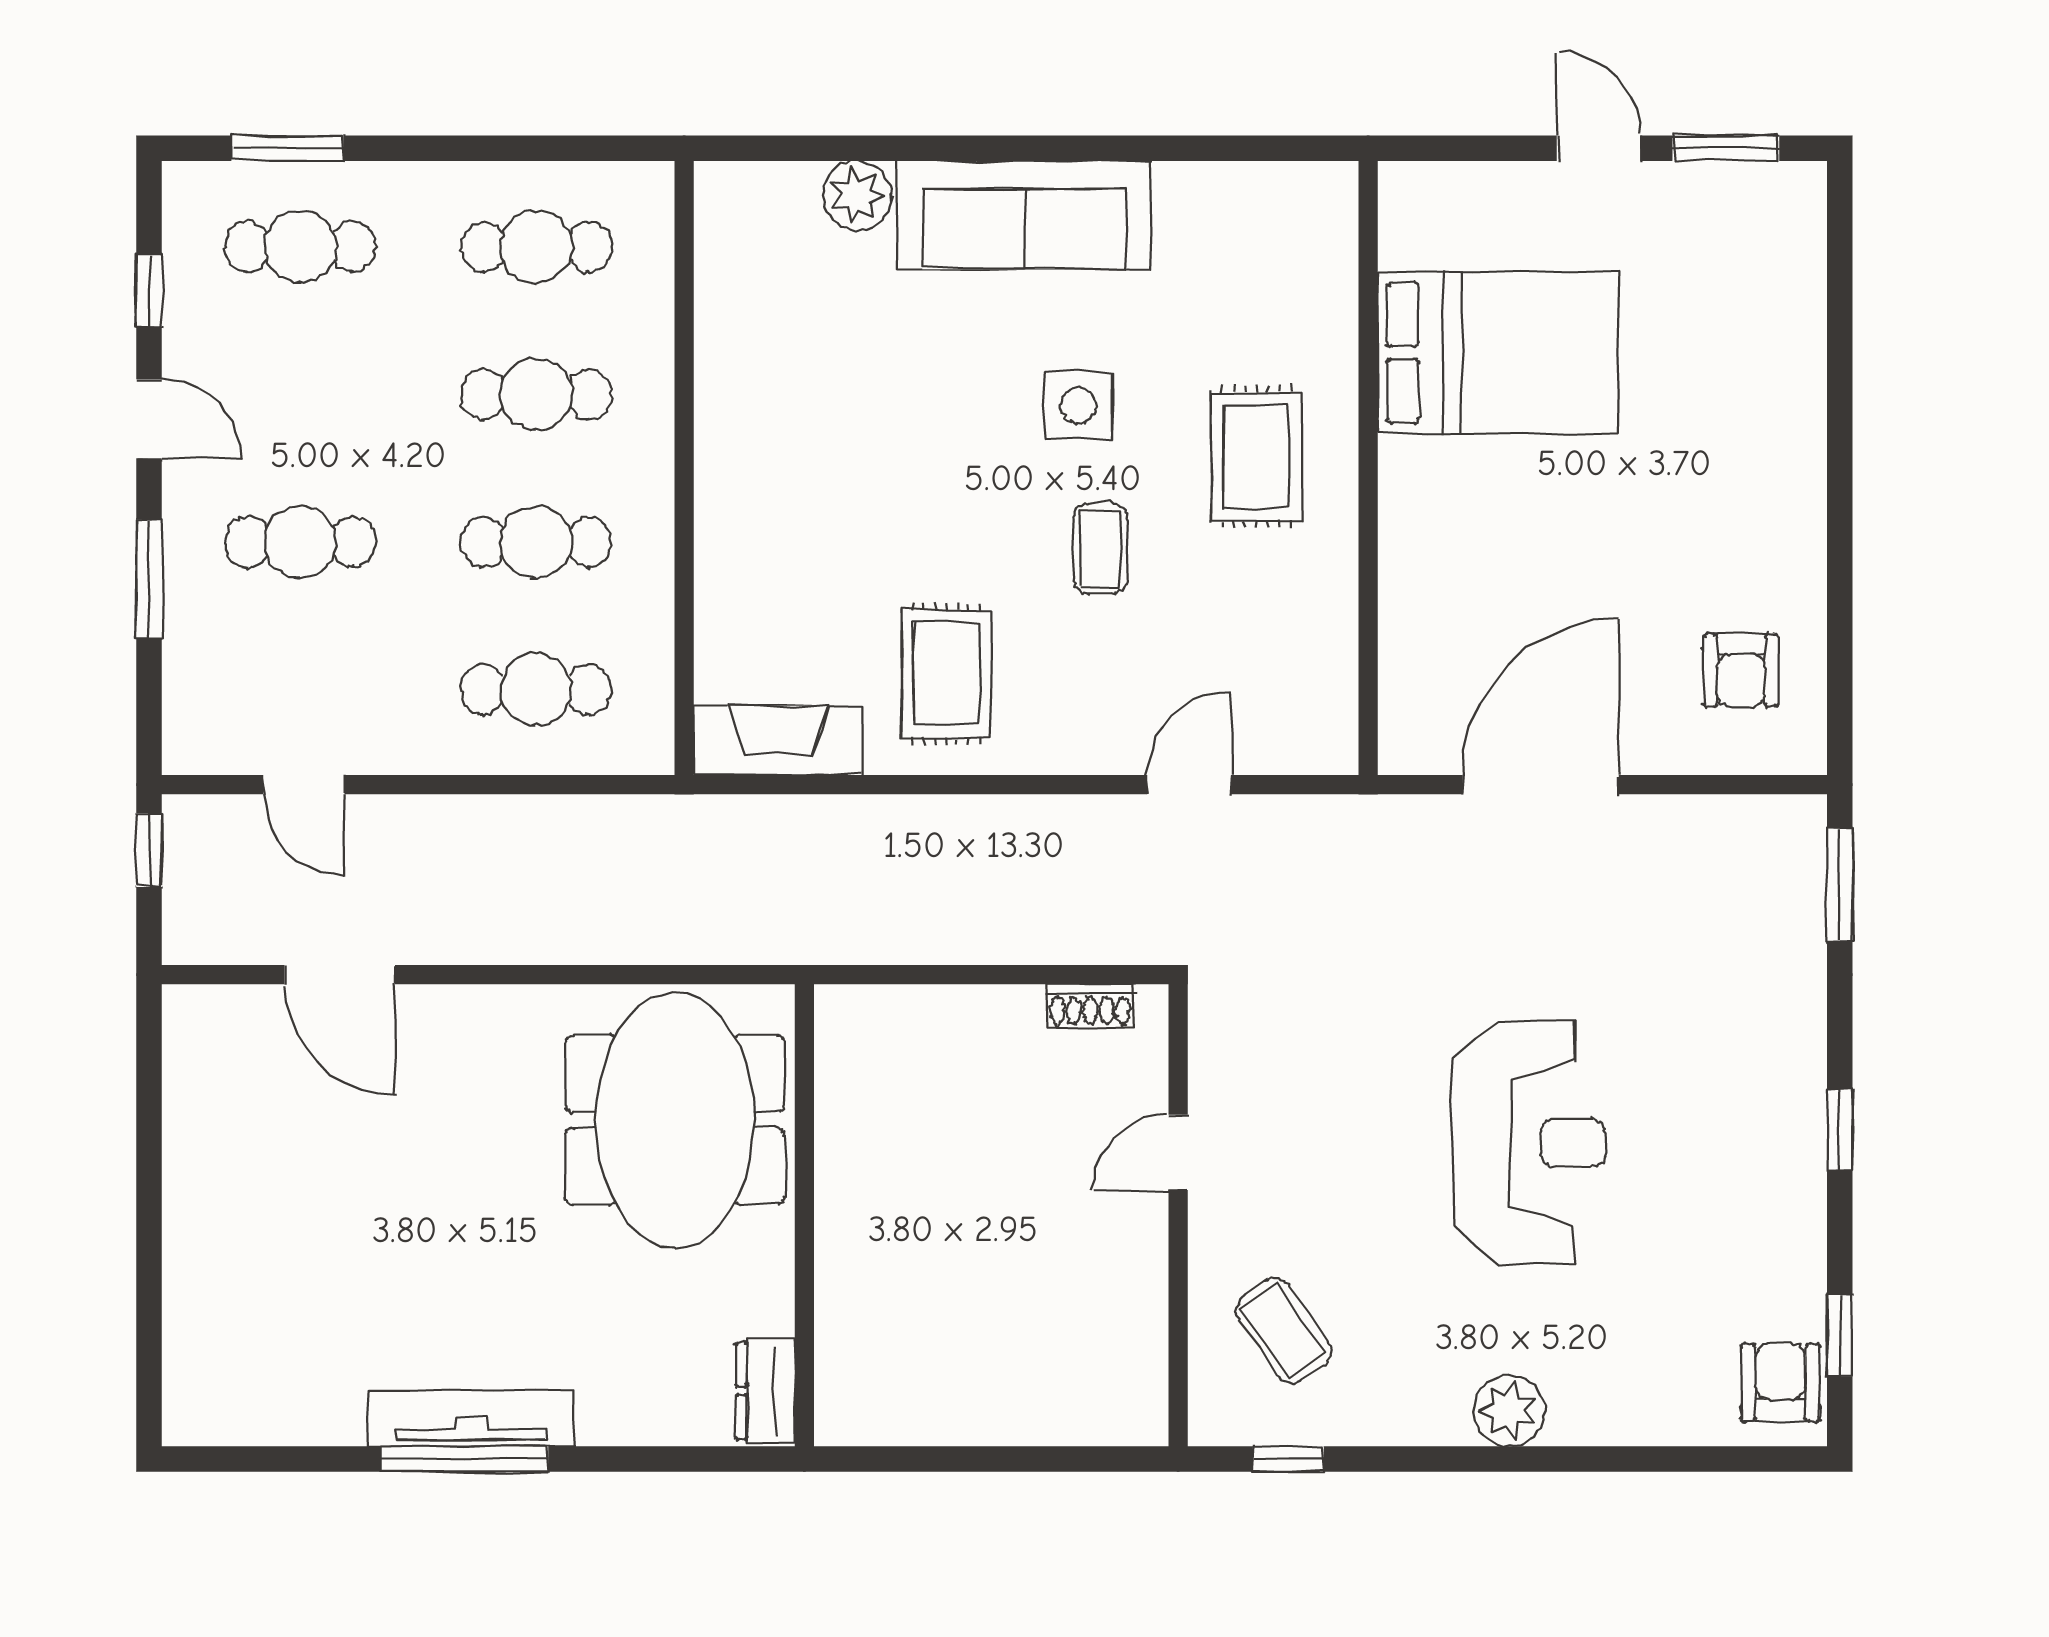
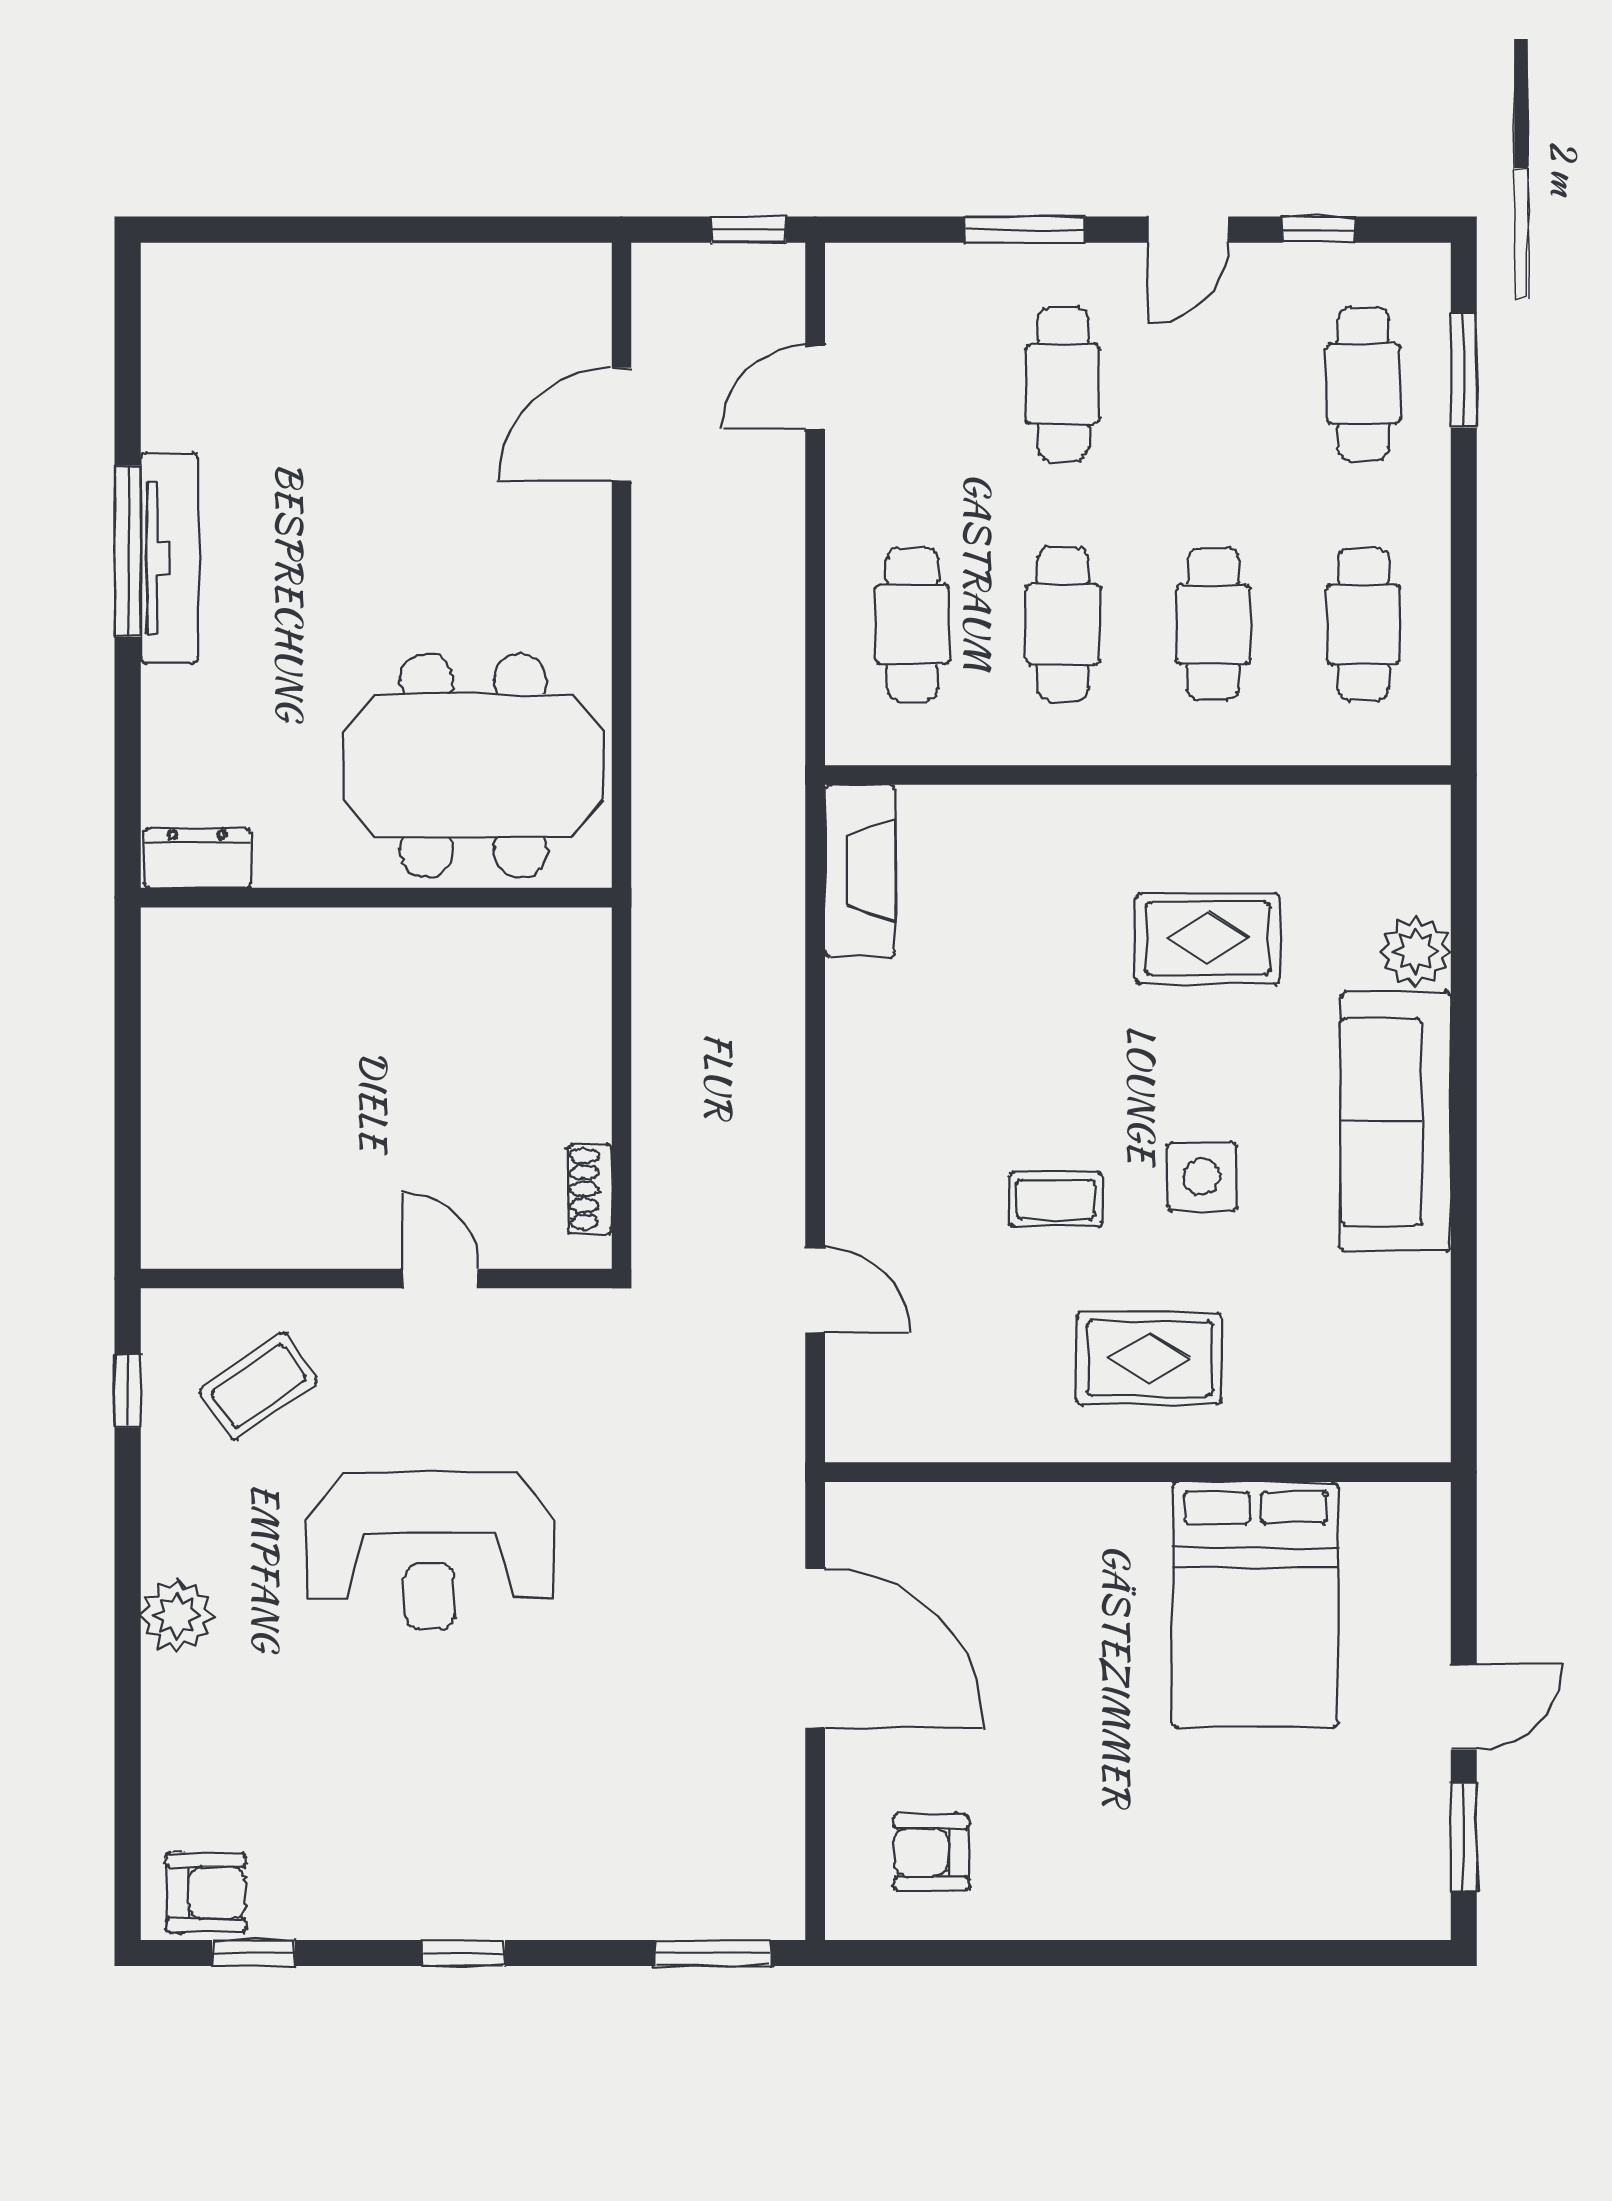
rug: (946, 674) -> (1208, 938), moved
reception desk: (1529, 1143) -> (430, 1551), moved

